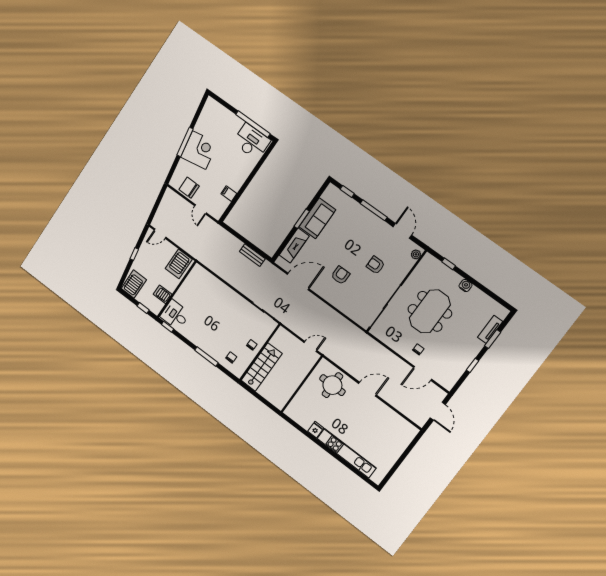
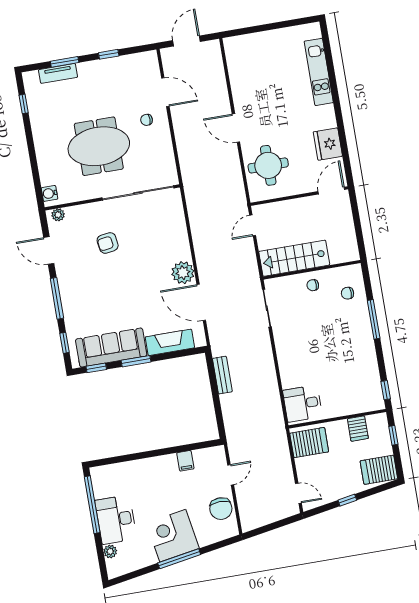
plant: (222, 110) -> (110, 551), added
desk: (252, 141) -> (116, 520), moved
window: (318, 195) -> (96, 368), added
sofa: (317, 218) -> (111, 348), width x1.36
door: (402, 231) -> (49, 251), hinge flipped
window: (449, 264) -> (24, 104), moved
armchair: (376, 265) -> (108, 243), turned 82
armchair: (340, 275) -> (152, 267), removed
water cooler: (466, 285) -> (49, 193), moved
plant: (322, 288) -> (183, 273), added
desk: (175, 315) -> (303, 404), moved, turned 90
door: (311, 346) -> (253, 225), hinge flipped
stairs: (262, 367) -> (294, 258), moved
door: (289, 402) -> (331, 191), added
fridge: (316, 430) -> (328, 144), width x1.88, depth x1.34
kitchen unit: (346, 453) -> (319, 72), width x0.73

